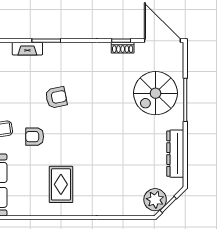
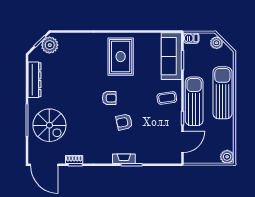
fireplace: (27, 49) -> (124, 159), moved
spiral stairs: (155, 93) -> (49, 125), turned 90
armchair: (35, 137) -> (109, 98), moved
rug: (61, 184) -> (121, 57), width x1.36, depth x1.43

